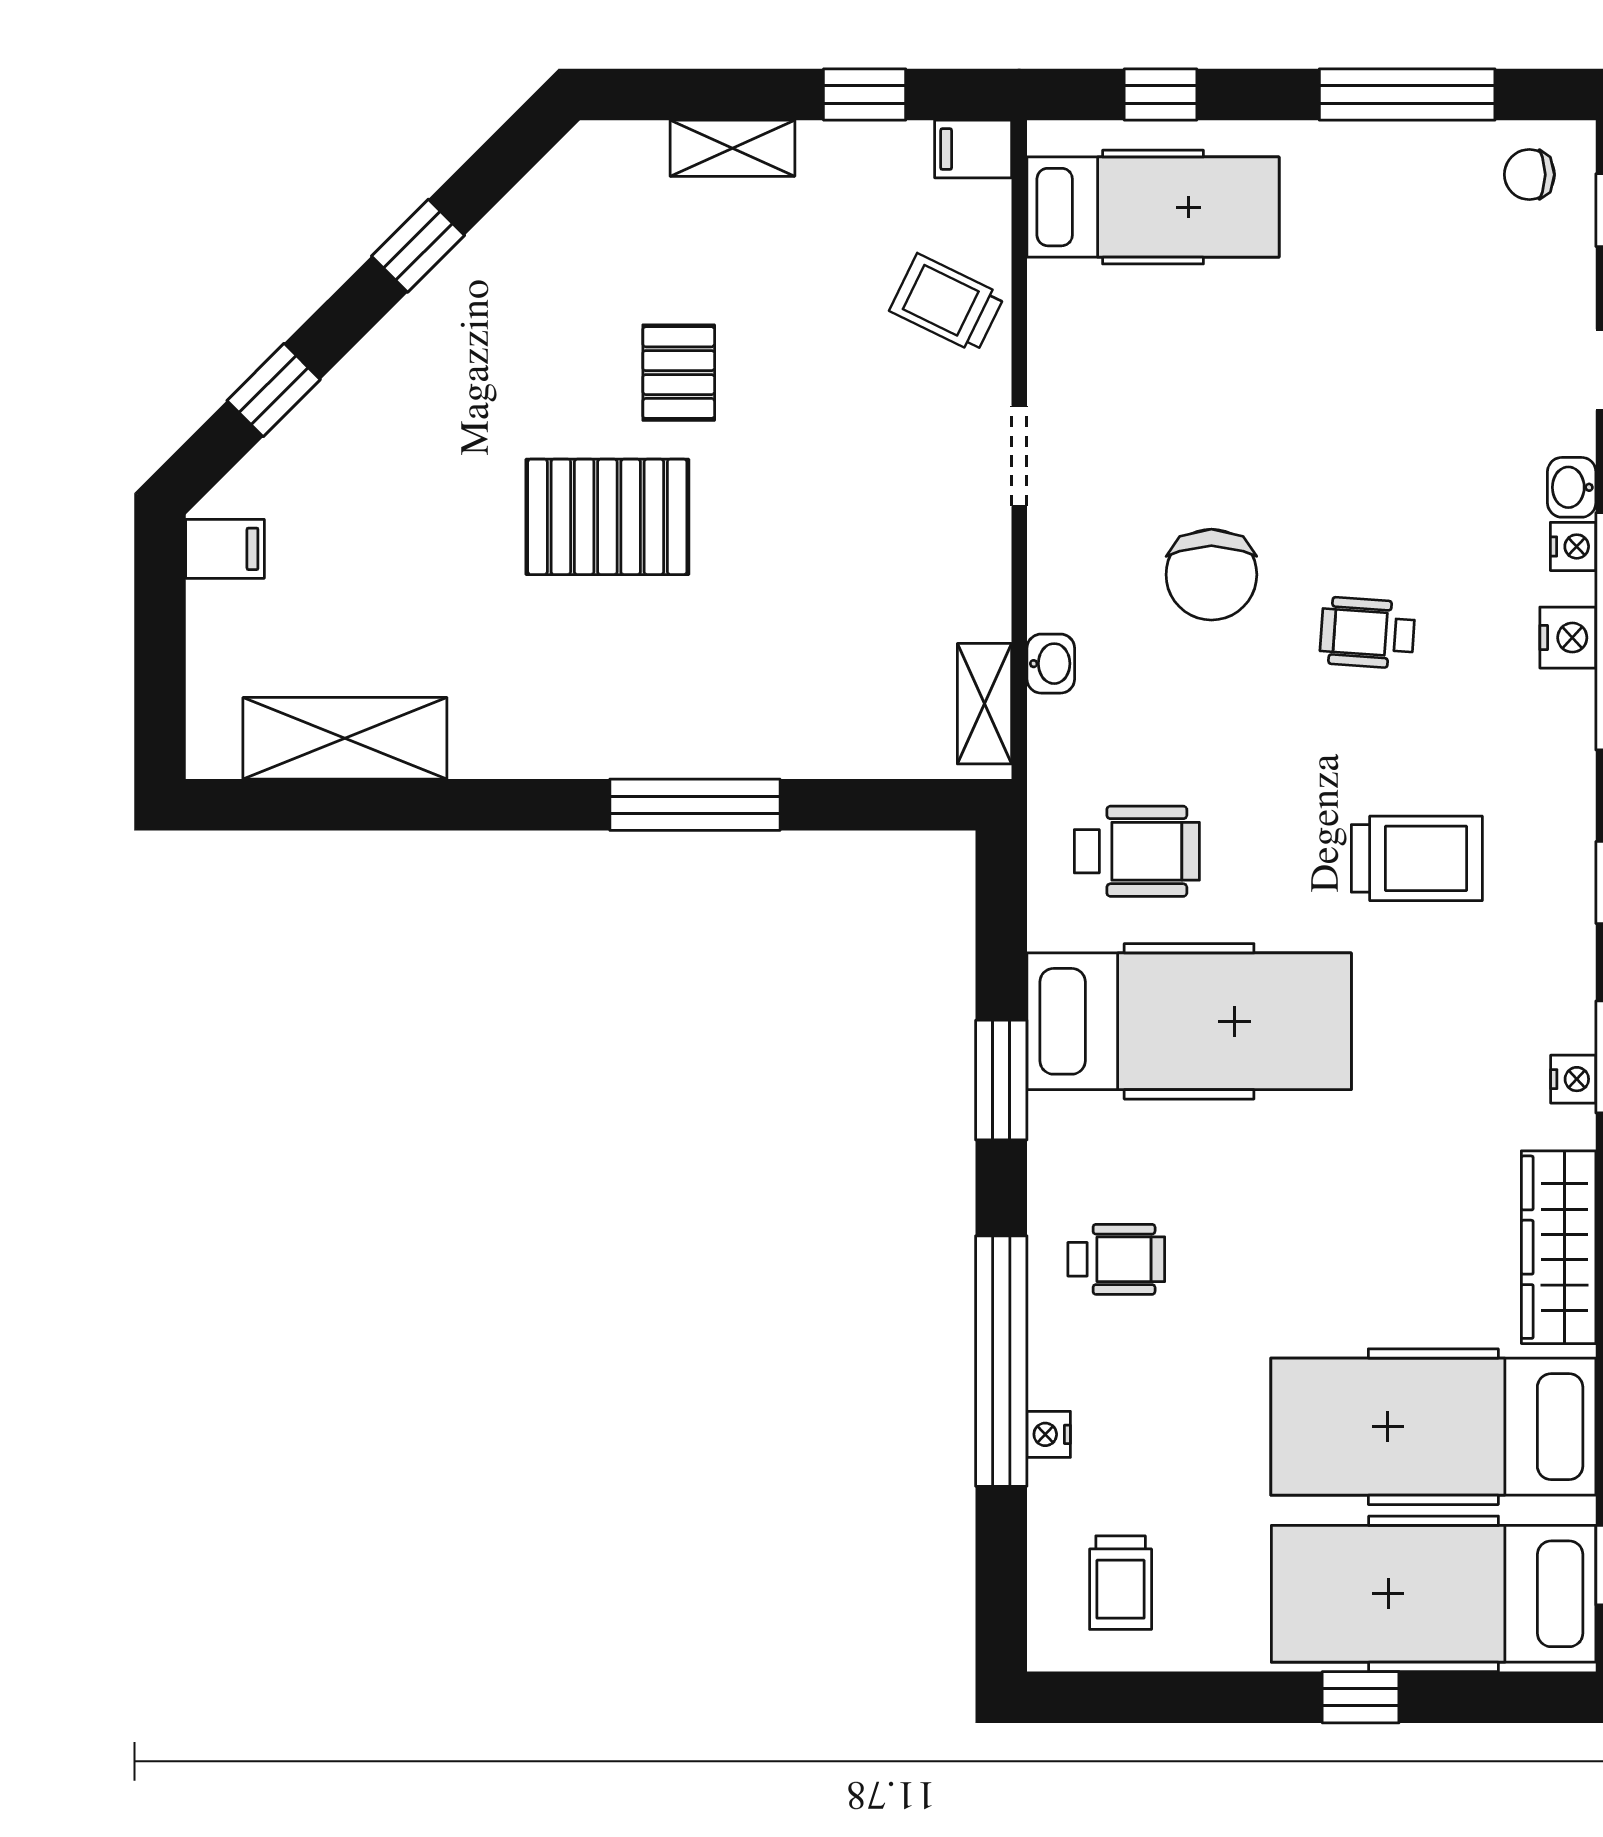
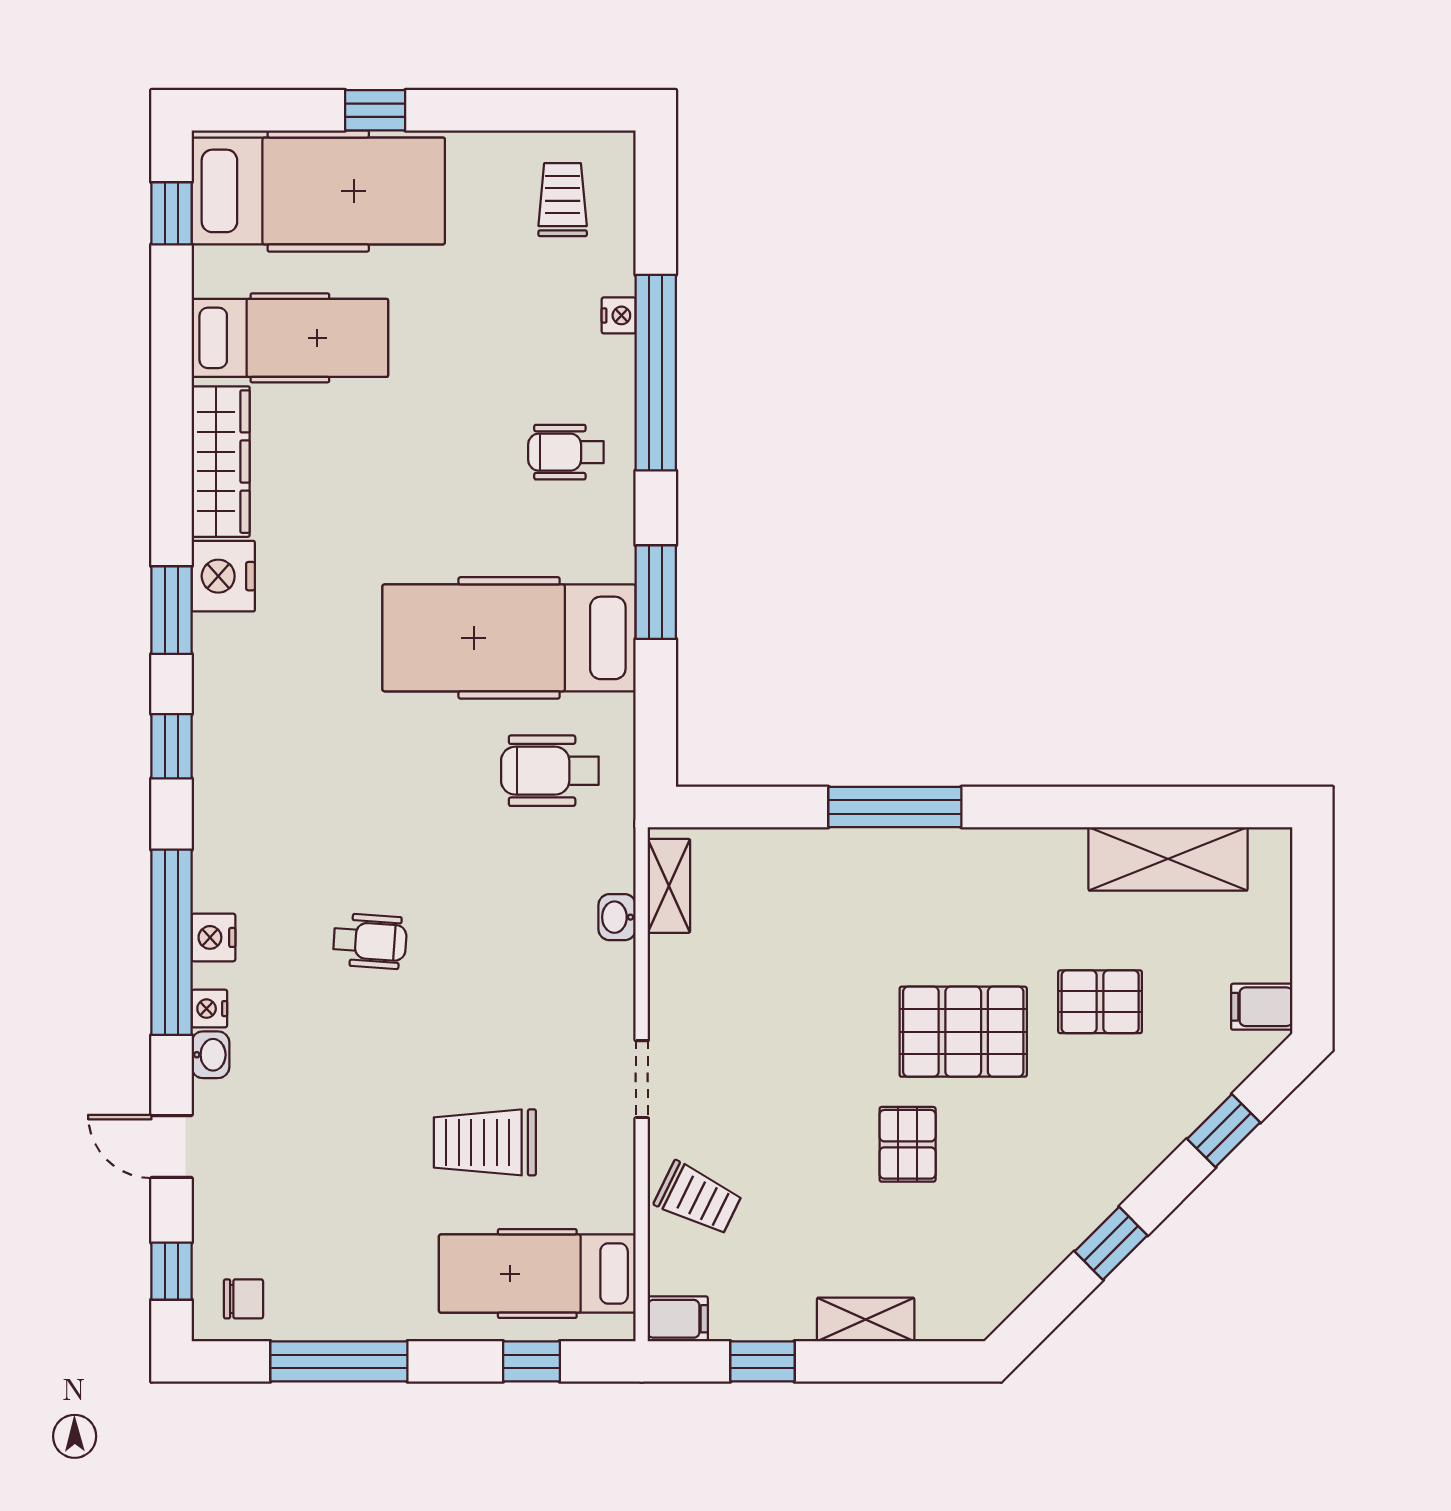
pallet: (432, 555) -> (1100, 1002), added
chair: (1211, 575) -> (492, 987), removed
trolley: (1417, 858) -> (485, 1142), moved
nightstand: (1573, 1079) -> (223, 576), width x1.89, depth x1.79
hospital bed: (1433, 1427) -> (290, 338), width x0.73, depth x0.78

